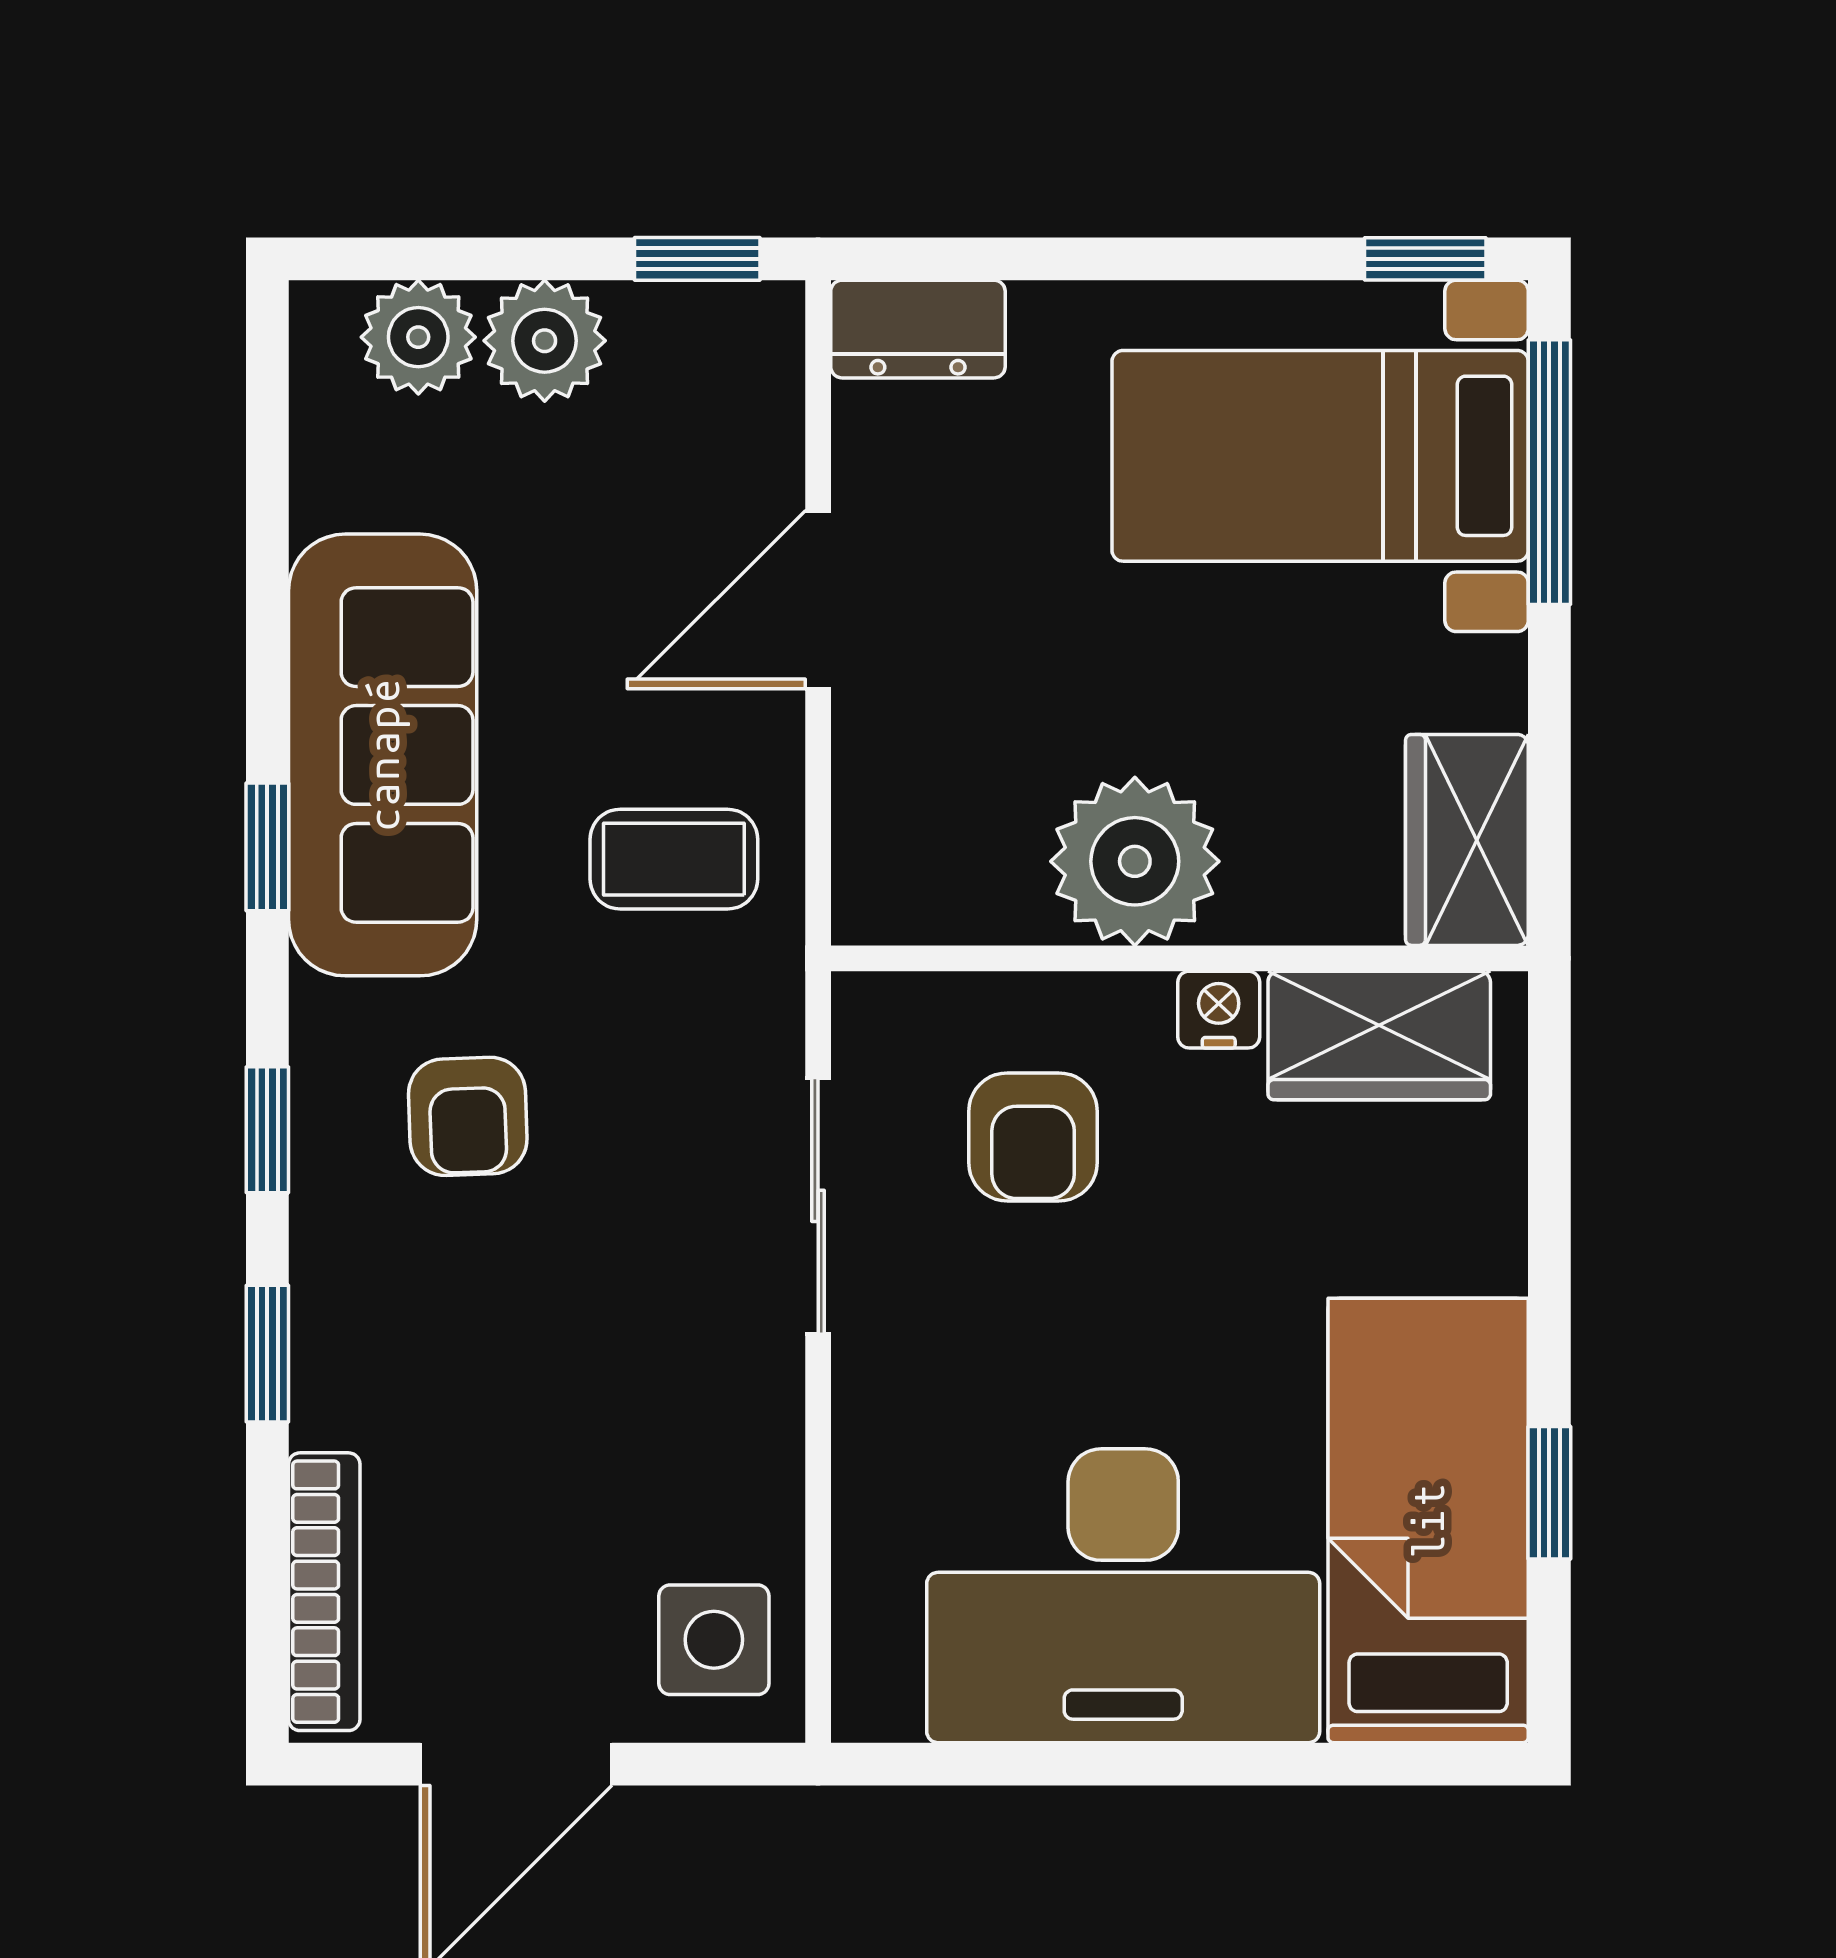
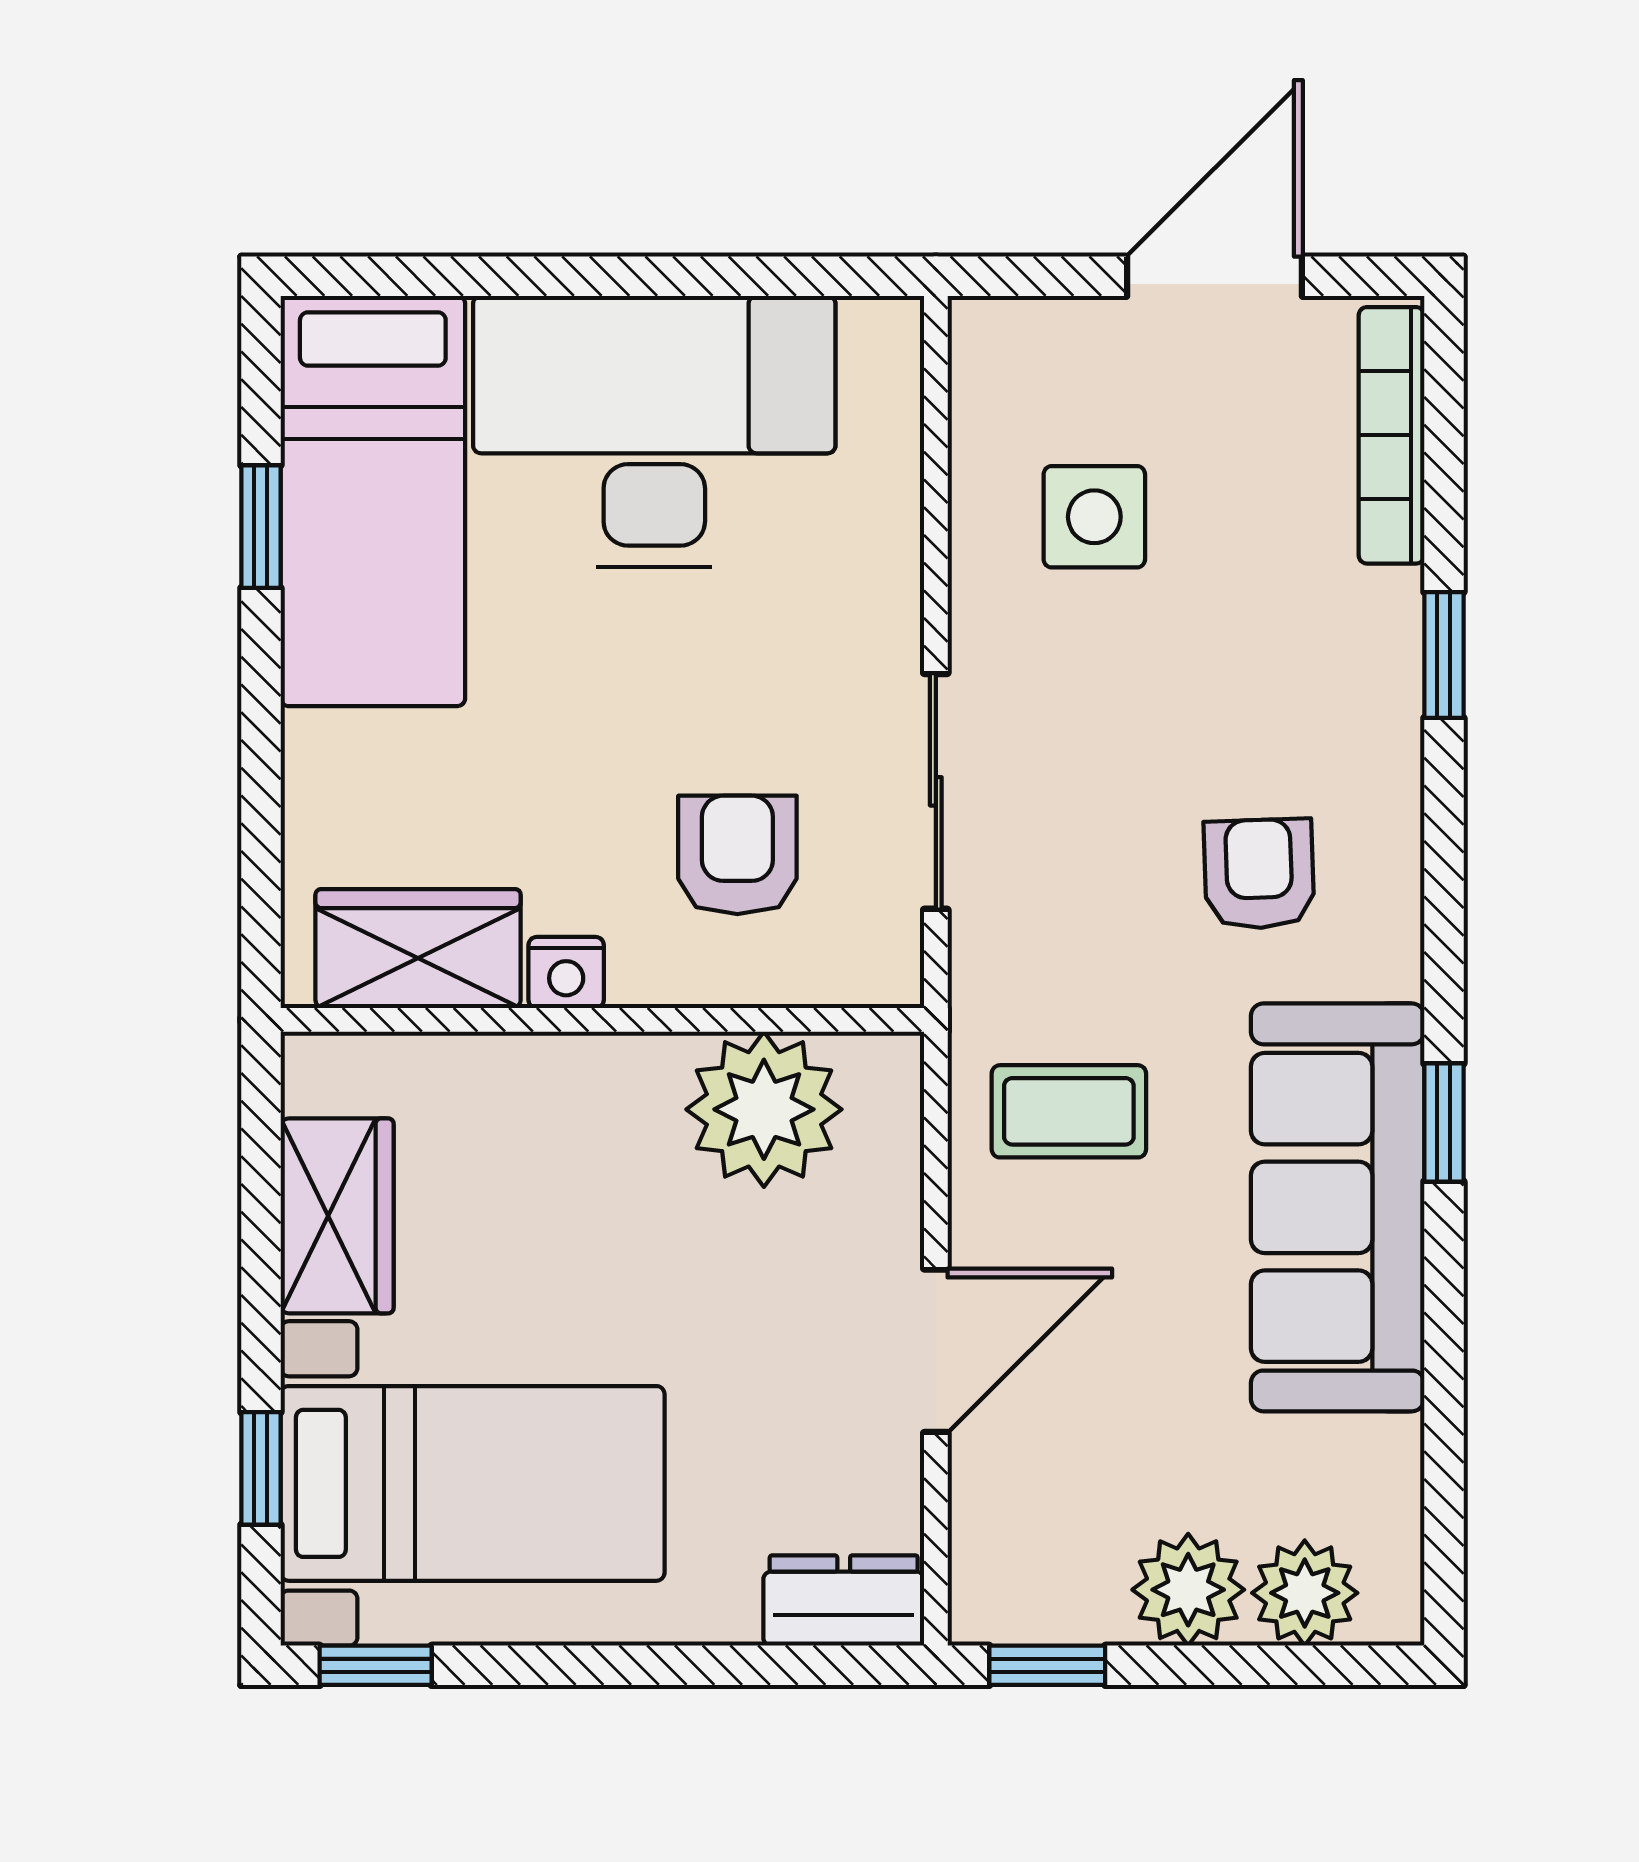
window: (1549, 472) -> (261, 1468), width x0.46
wardrobe: (1467, 840) -> (337, 1216), moved
plant: (1135, 861) -> (764, 1109), moved
window: (267, 1130) -> (1444, 862), removed
side table: (714, 1640) -> (1094, 517), moved

